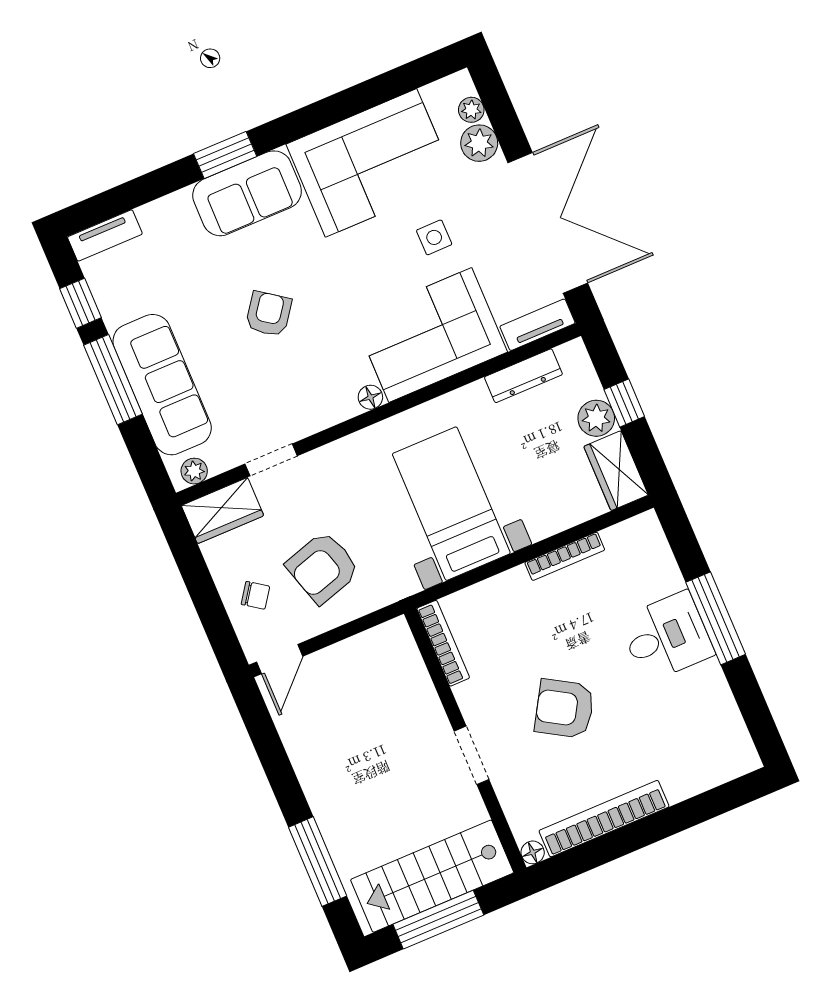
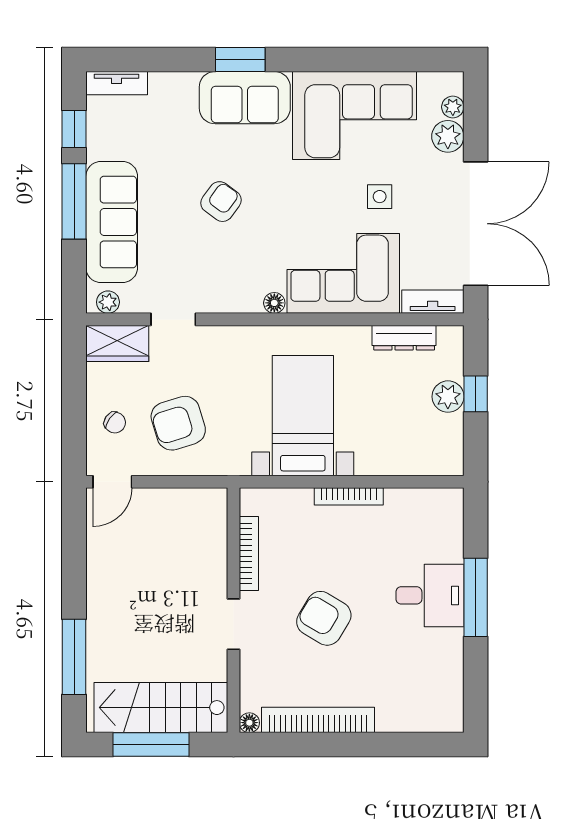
wardrobe: (616, 471) -> (446, 445), removed
bookcase: (565, 556) -> (349, 496), moved
bookcase: (443, 643) -> (249, 553), moved

